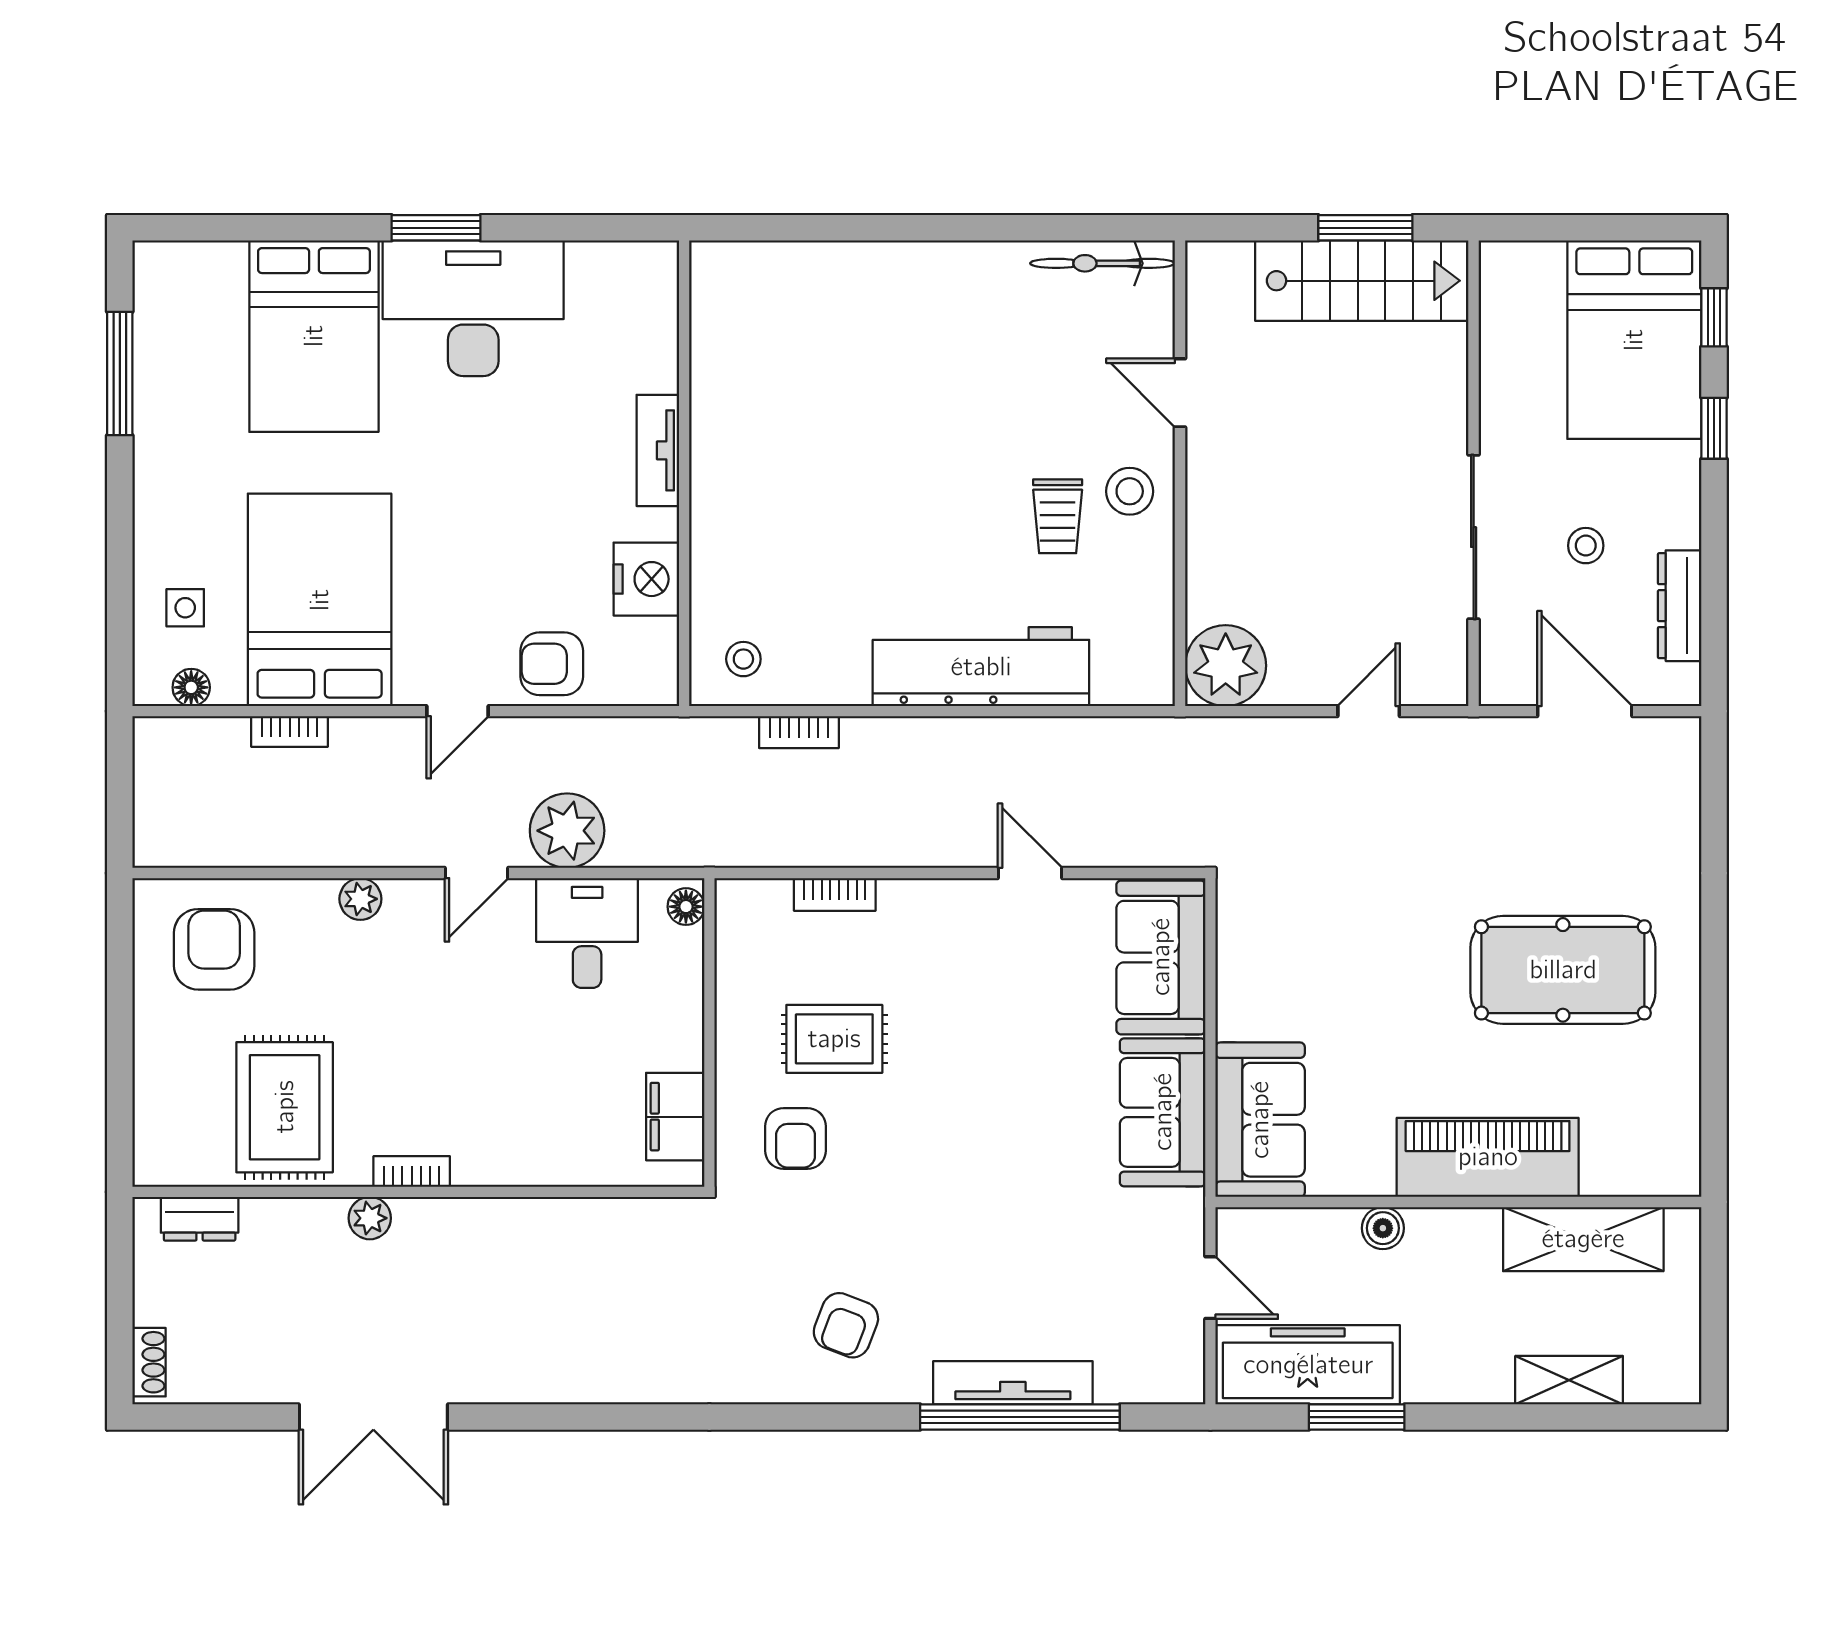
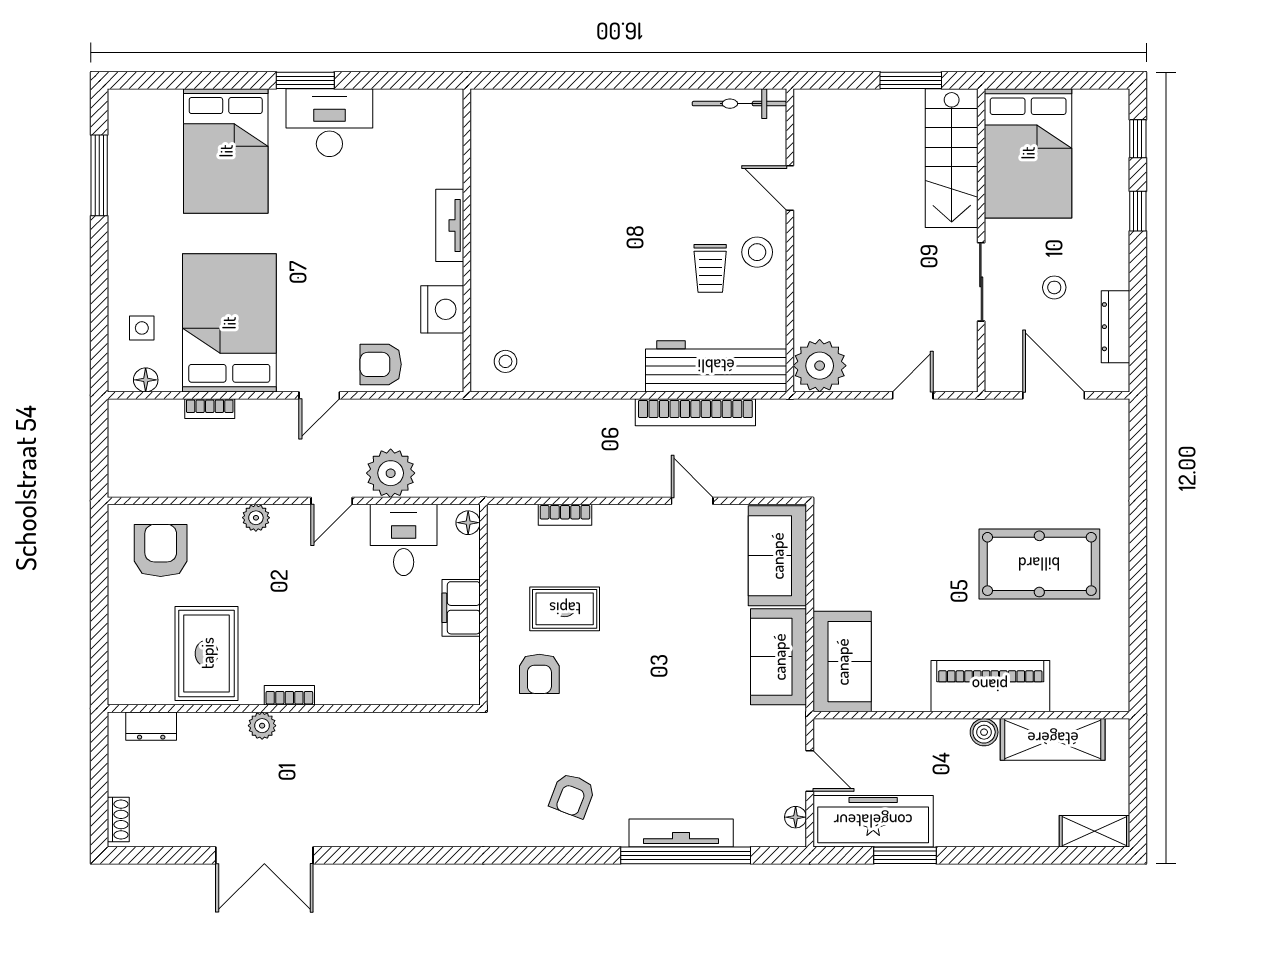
stairs: (1362, 281) -> (952, 158), moved, turned 90
desk: (473, 308) -> (329, 123), width x0.73, depth x0.77
bed: (1634, 340) -> (1028, 153), moved
sliding door: (1474, 537) -> (981, 282), width x0.73
workbench: (981, 667) -> (716, 366), moved
bookcase: (799, 732) -> (695, 412), moved, width x2.31, depth x1.31
filing cabinet: (675, 1117) -> (461, 608), moved
boiler: (1383, 1228) -> (984, 732), moved
floor lamp: (1189, 1359) -> (796, 817), added
shelving: (1569, 1380) -> (1094, 831), moved

